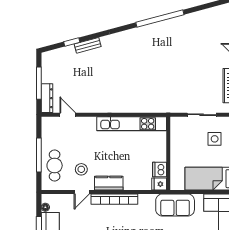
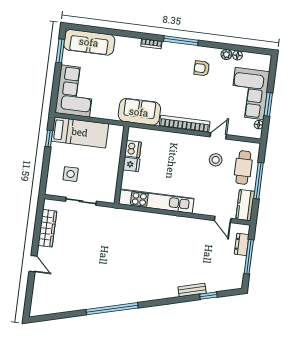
dresser: (47, 98) -> (242, 244), width x0.70
kitchen counter: (109, 183) -> (245, 205), moved, turned 90
fridge: (159, 184) -> (131, 164), moved
sofa: (175, 205) -> (139, 112), moved

